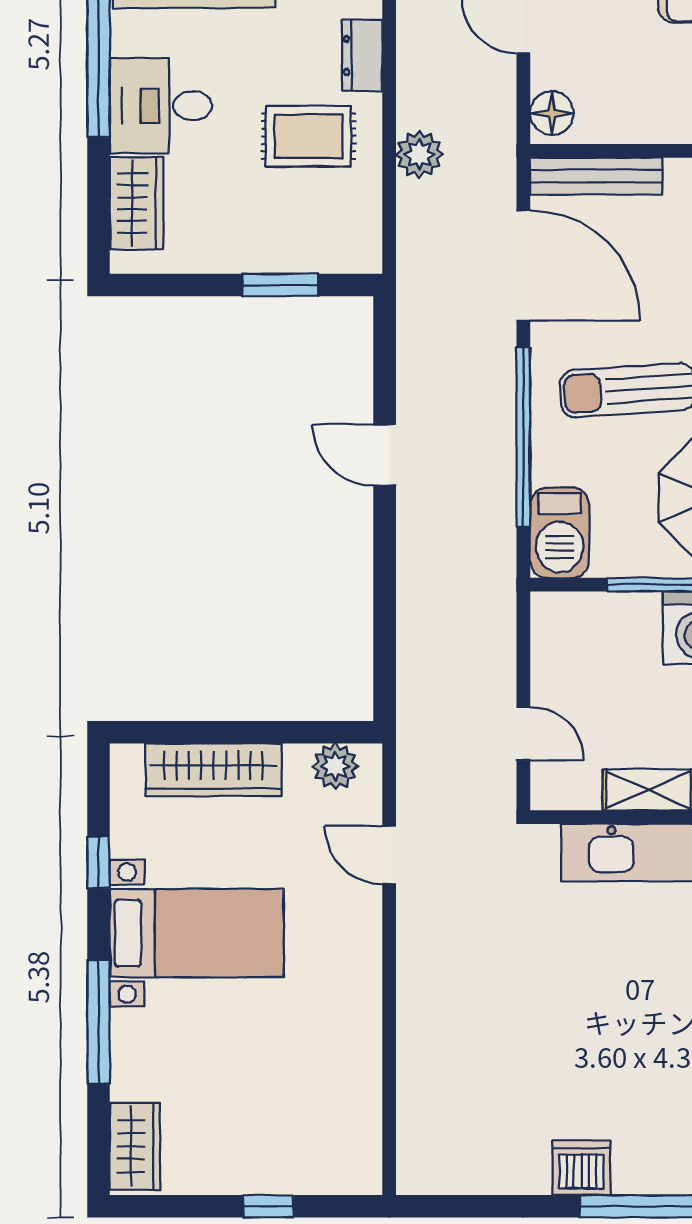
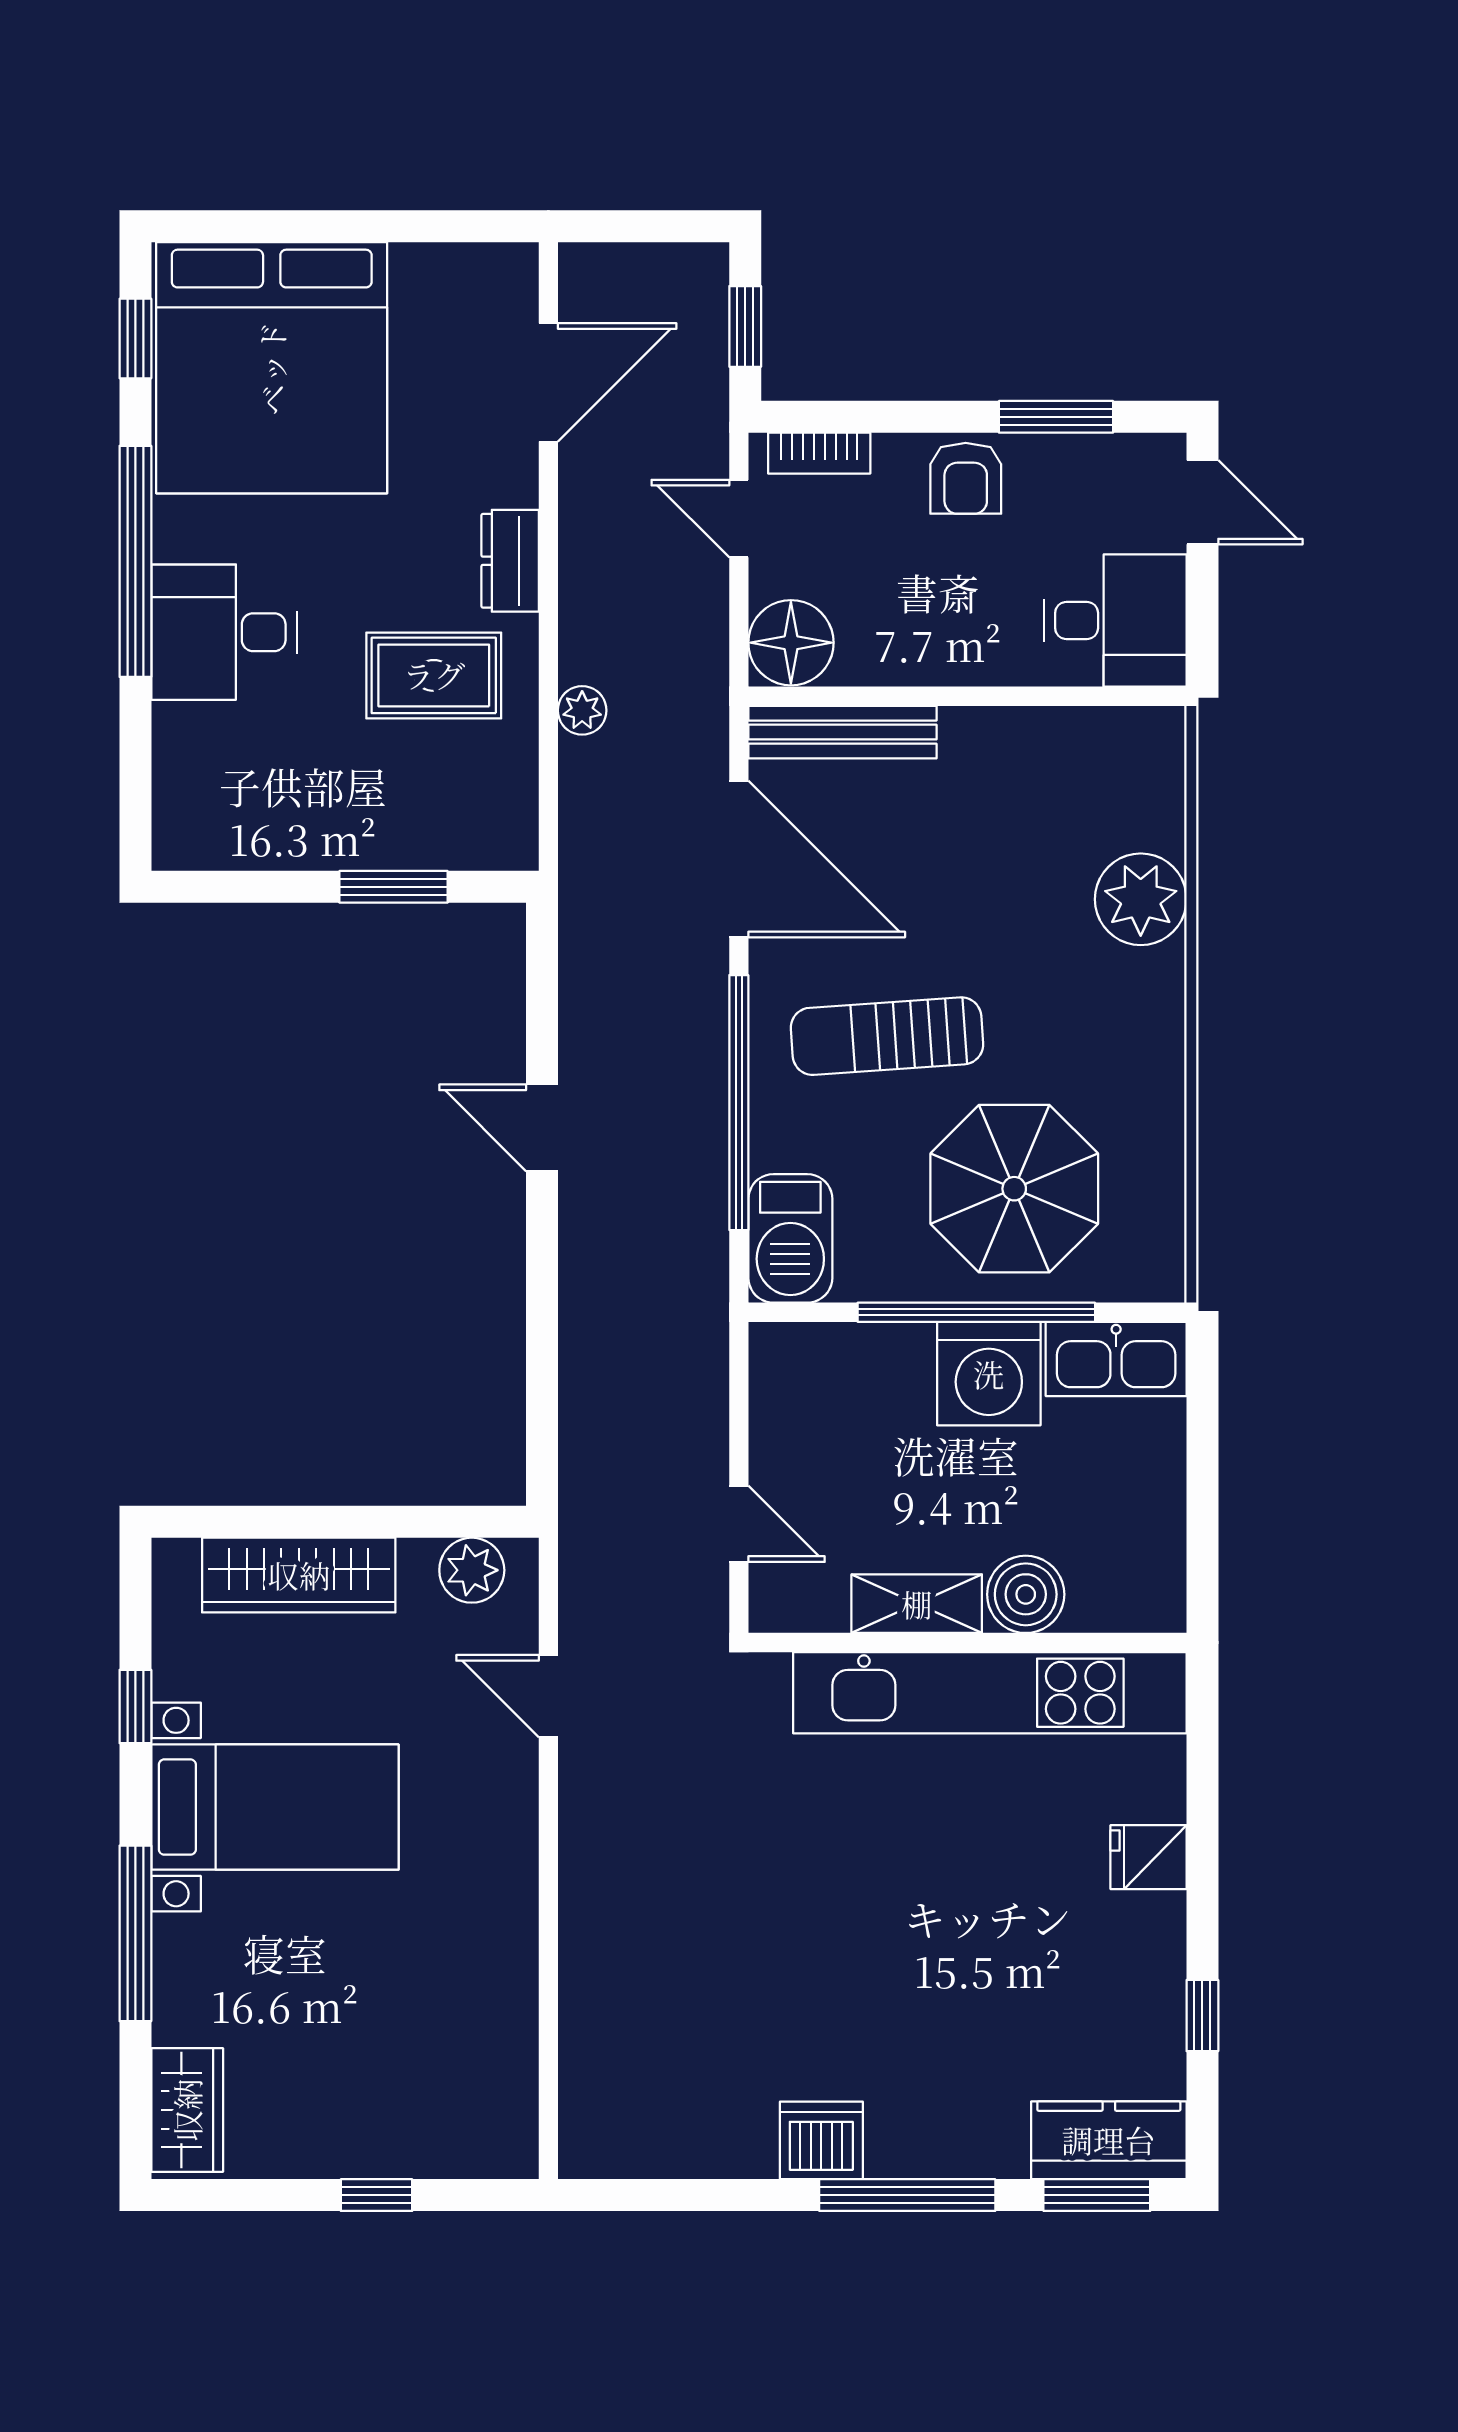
floor lamp: (552, 113) -> (791, 643), width x1.38, depth x1.38
plant: (419, 154) -> (582, 710), width x0.73, depth x0.73
wardrobe: (136, 203) -> (189, 771), removed

